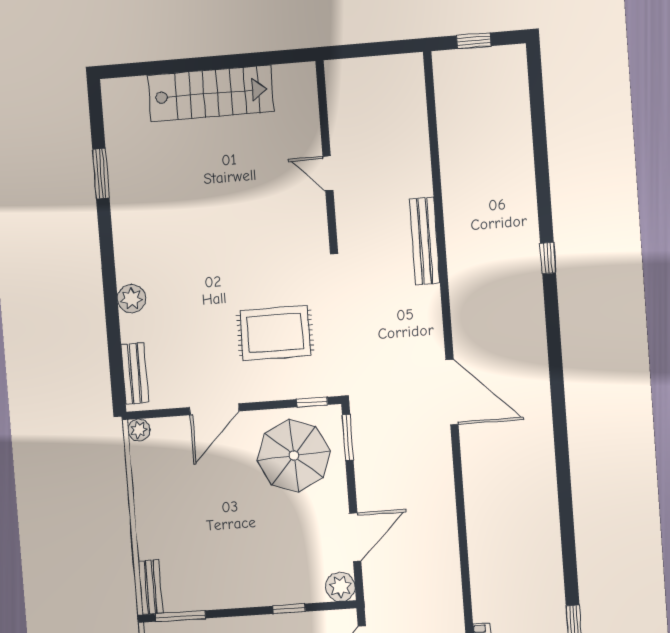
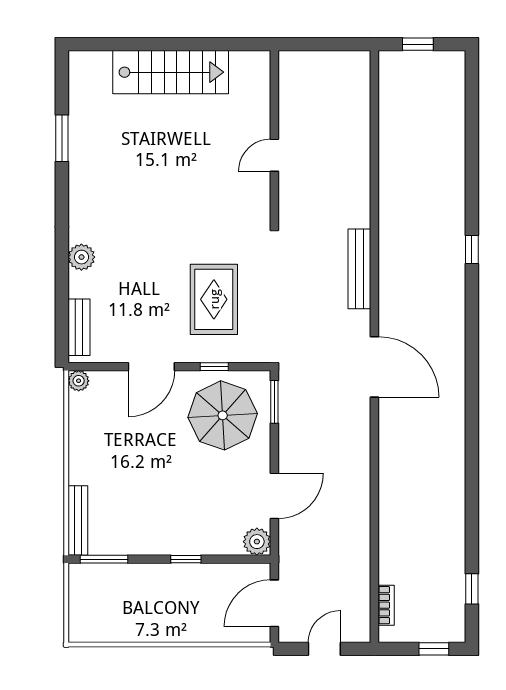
door: (328, 174) -> (274, 155), hinge flipped
bench: (425, 241) -> (359, 269), moved
rug: (275, 333) -> (214, 299), turned 90
window: (312, 402) -> (214, 367), moved
bench: (150, 587) -> (78, 520), width x1.36
window: (289, 609) -> (186, 559), moved

